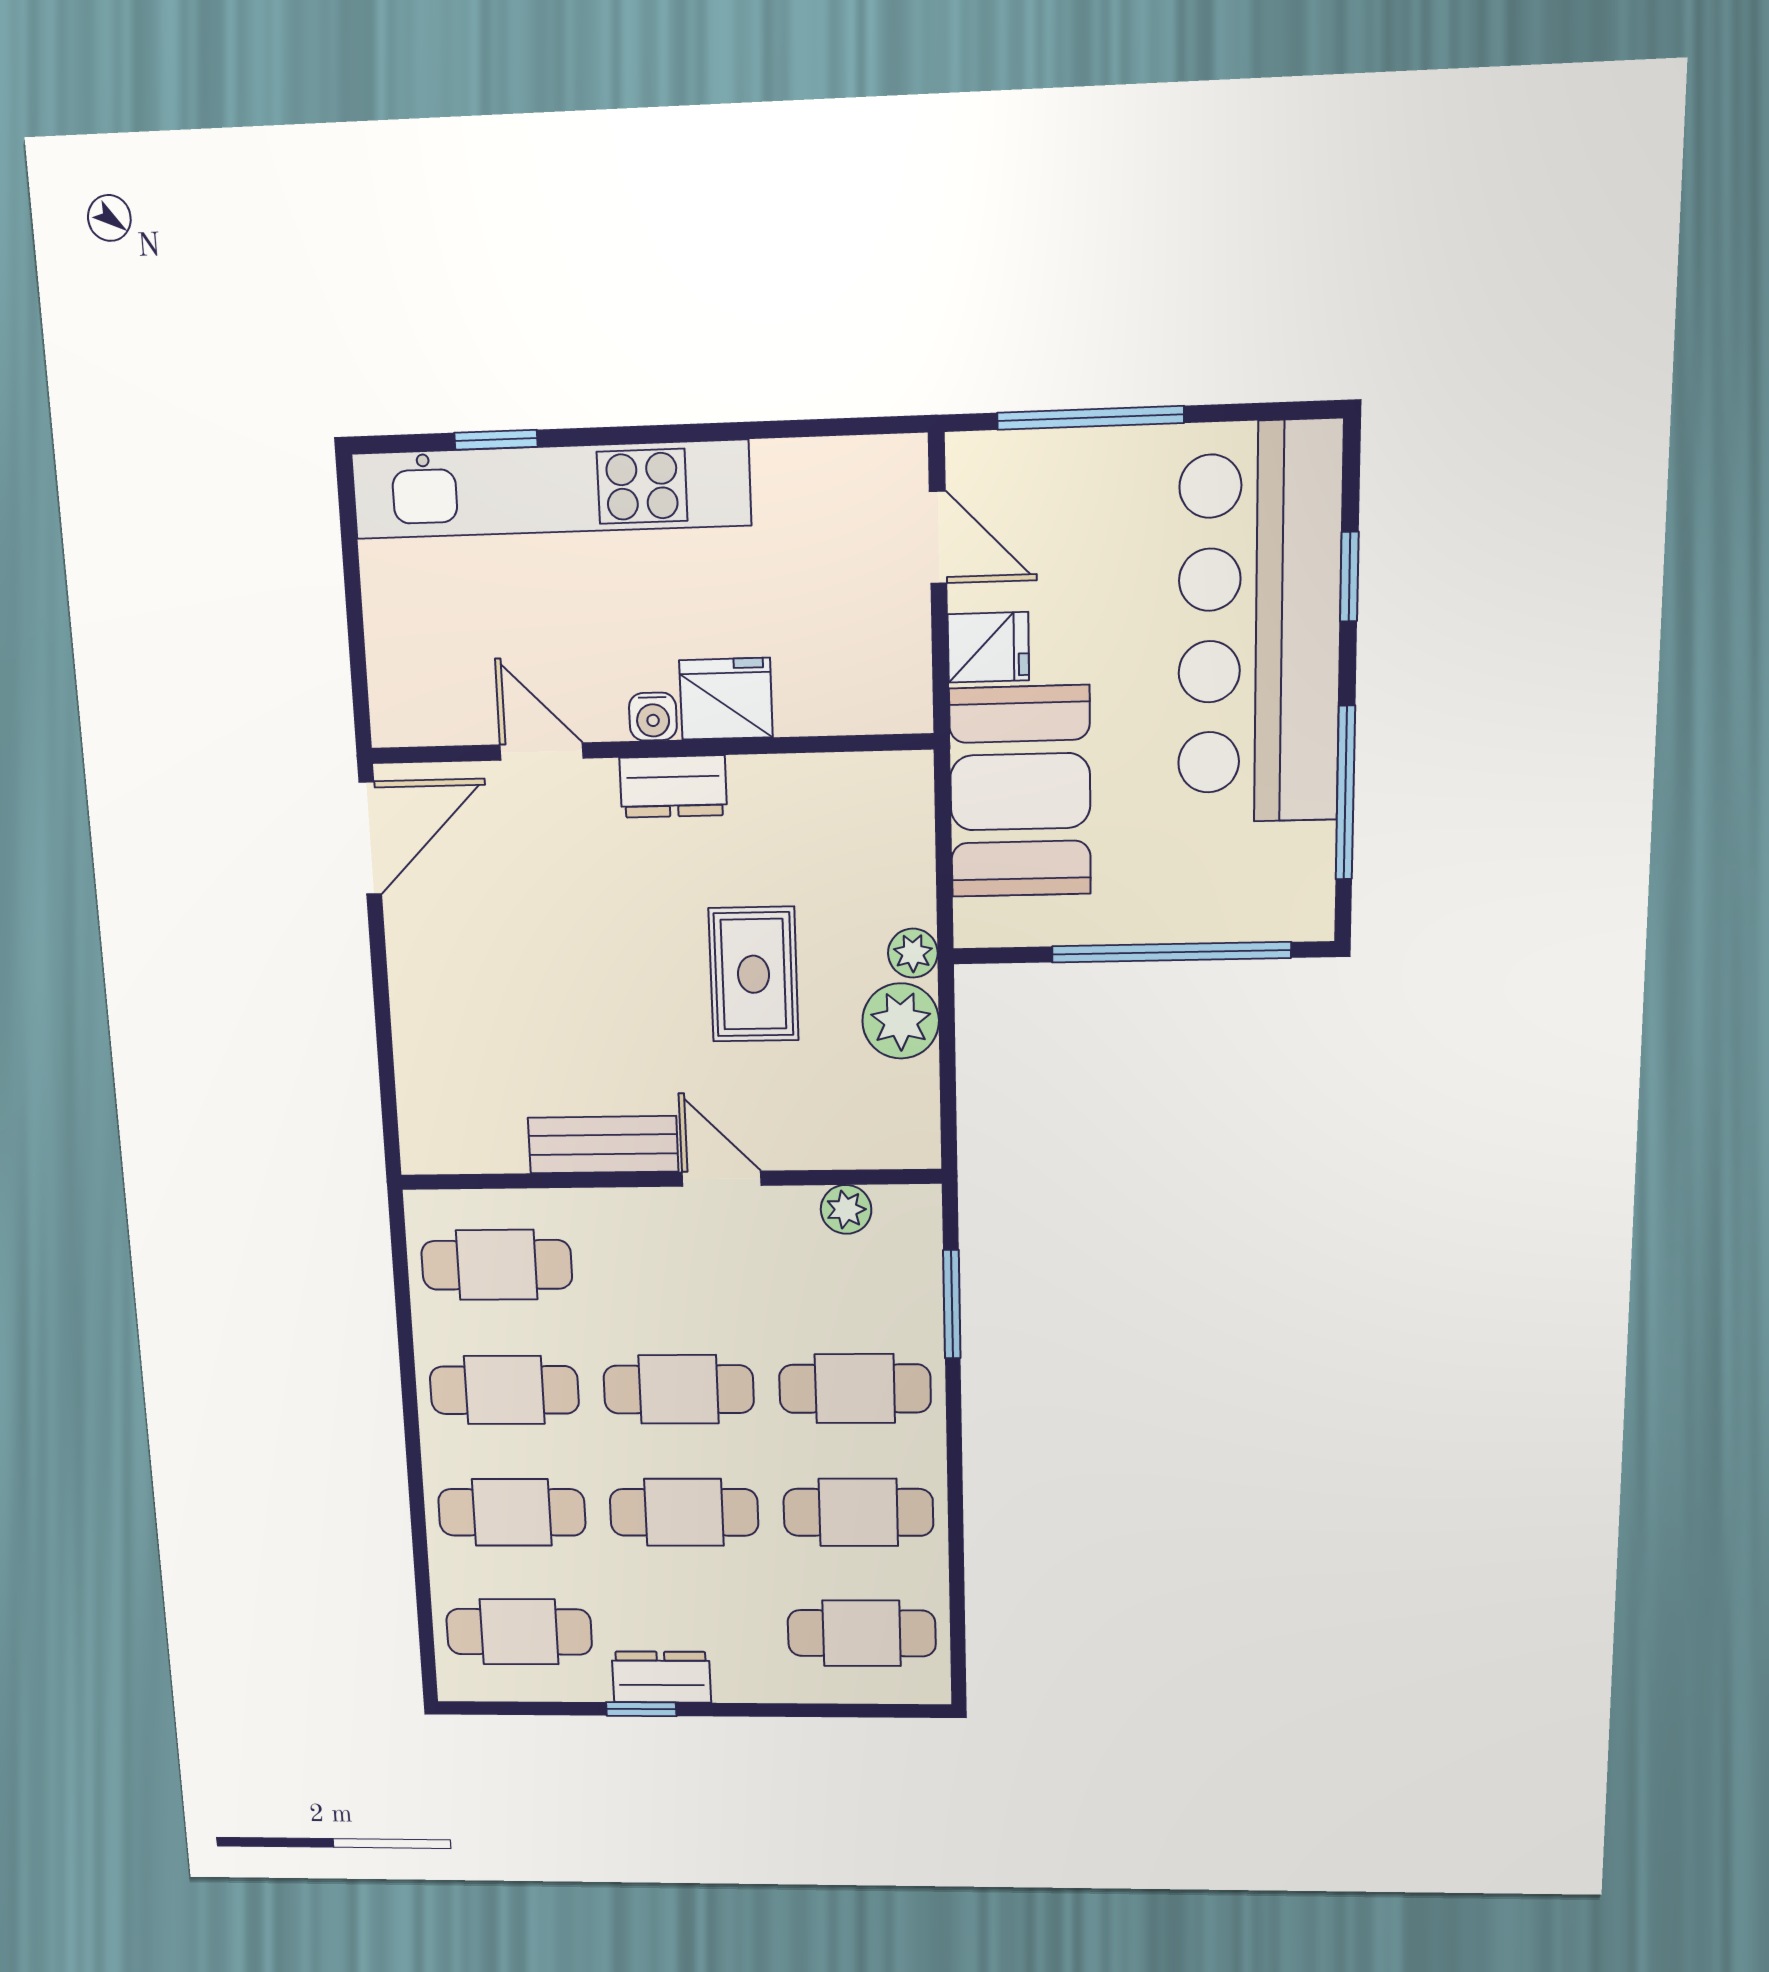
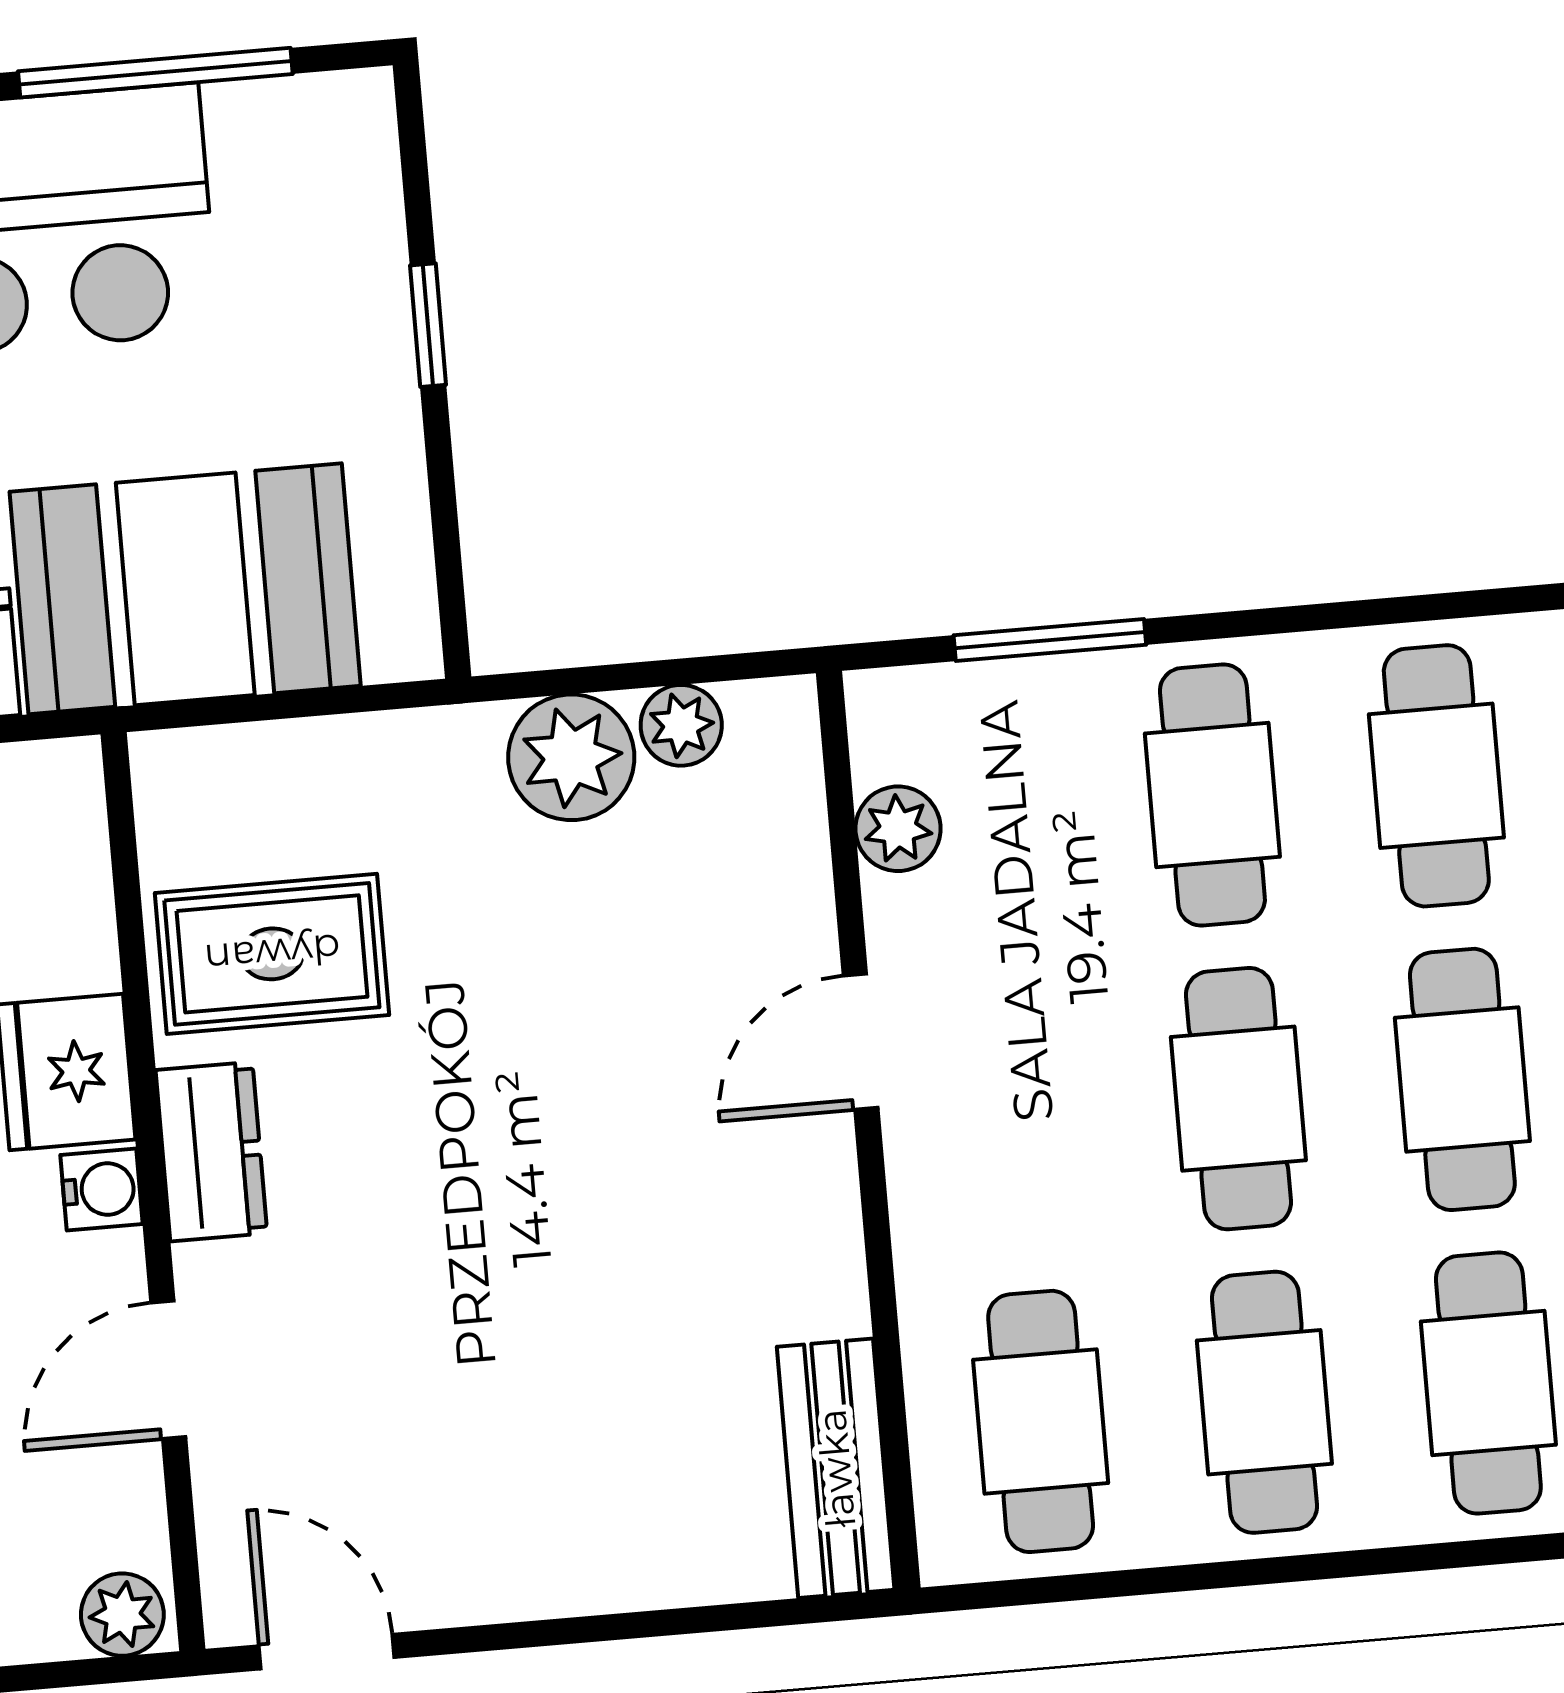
plant: (394, 714) -> (122, 1615), added
door: (370, 838) -> (327, 1652), width x0.73
window: (1171, 952) -> (428, 325), width x0.32
plant: (913, 953) -> (681, 725), moved
rug: (754, 974) -> (272, 954), moved
bench: (603, 1145) -> (836, 1468), moved

